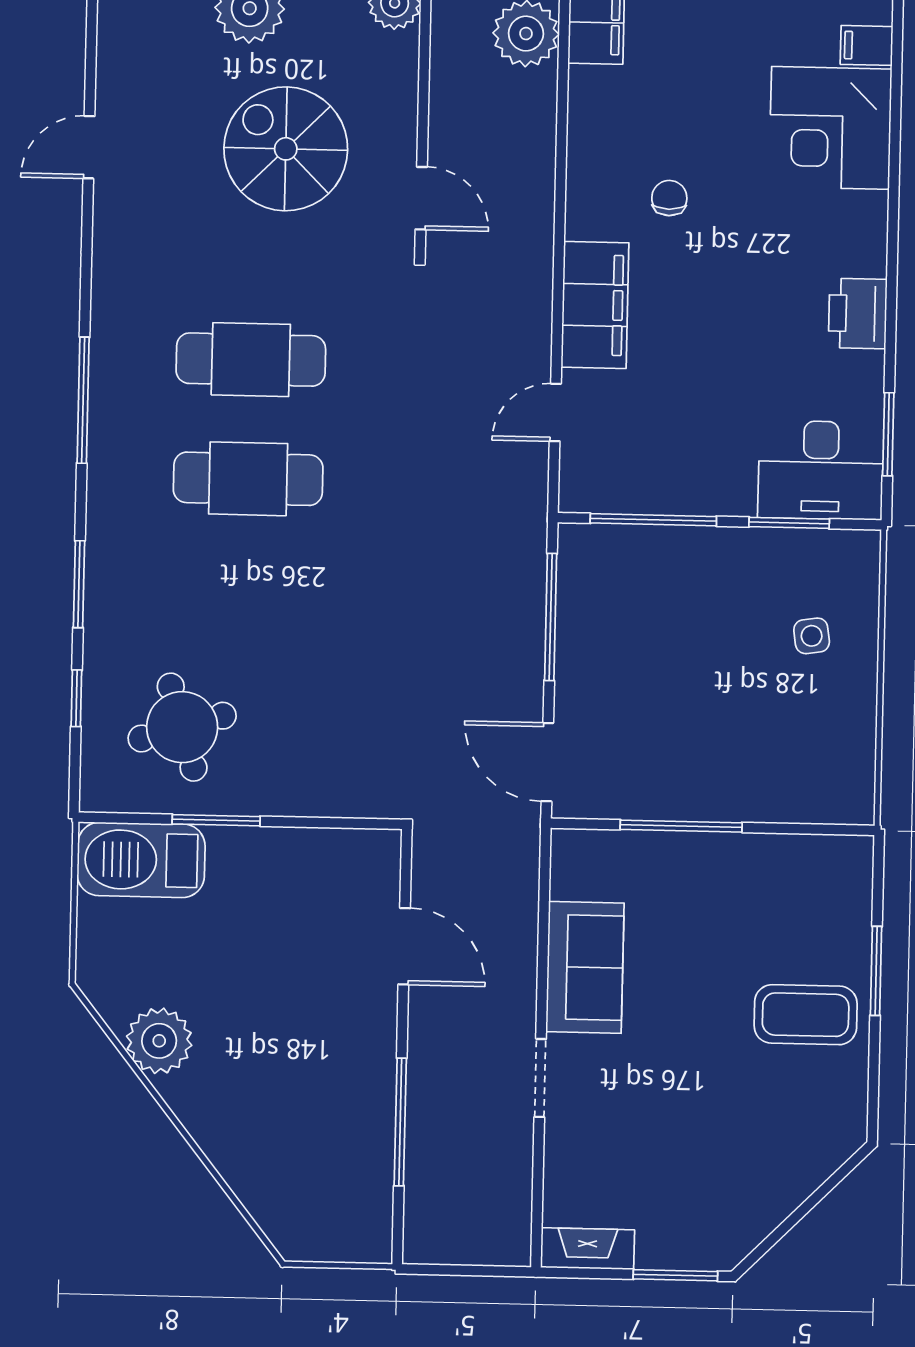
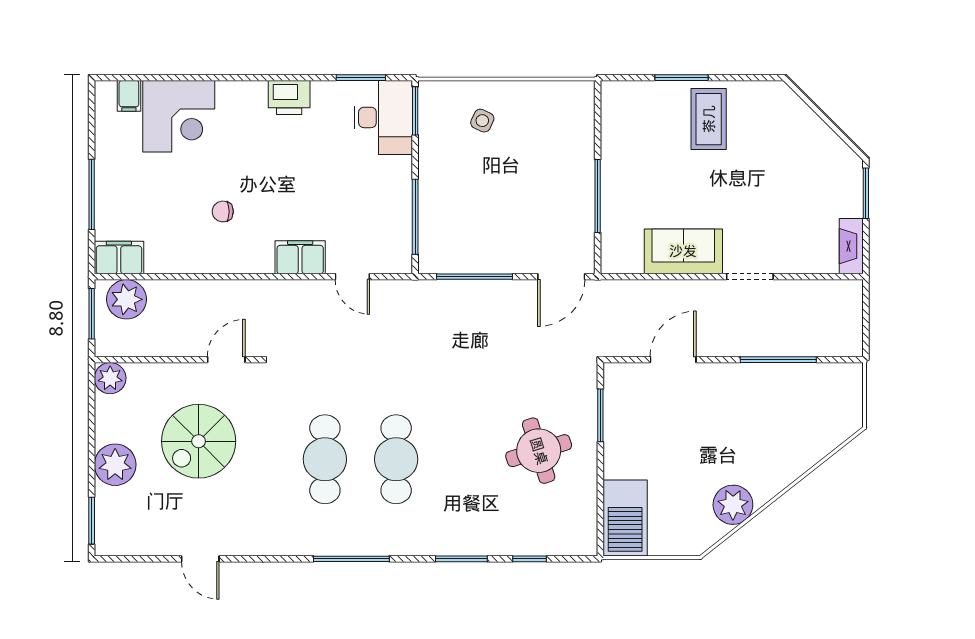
filing cabinet: (595, 305) -> (300, 257), width x0.67, depth x0.86
window: (789, 523) -> (415, 111), moved
side table: (812, 636) -> (482, 121), turned 33
round table: (182, 727) -> (539, 451), moved
window: (216, 820) -> (600, 415), moved

